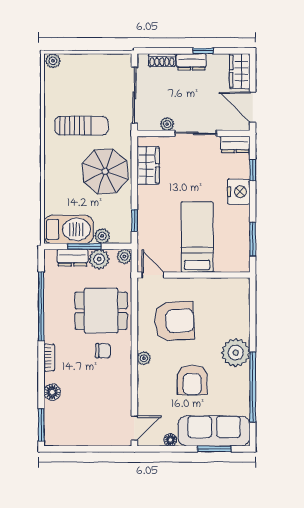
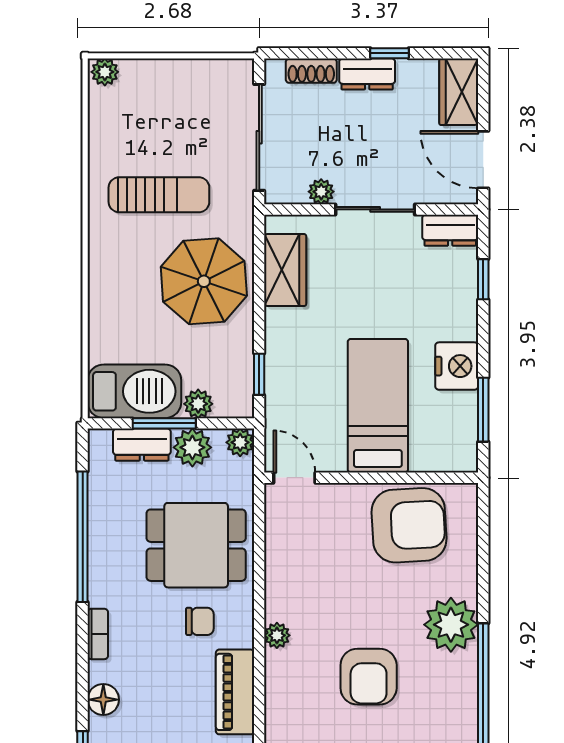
nightstand: (239, 192) -> (457, 366), moved
armchair: (174, 321) -> (409, 525), moved
piano: (122, 388) -> (235, 692), added

